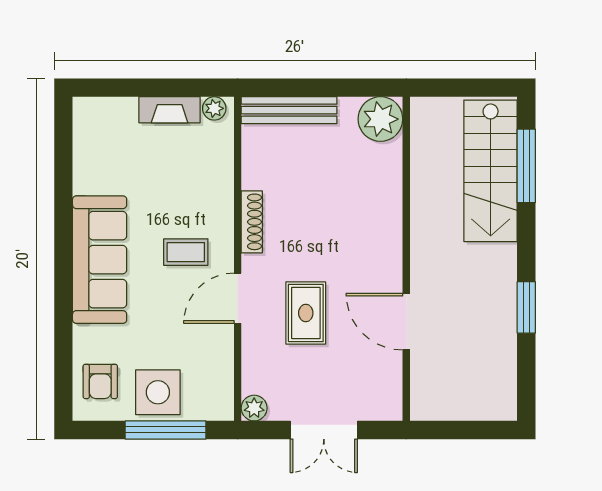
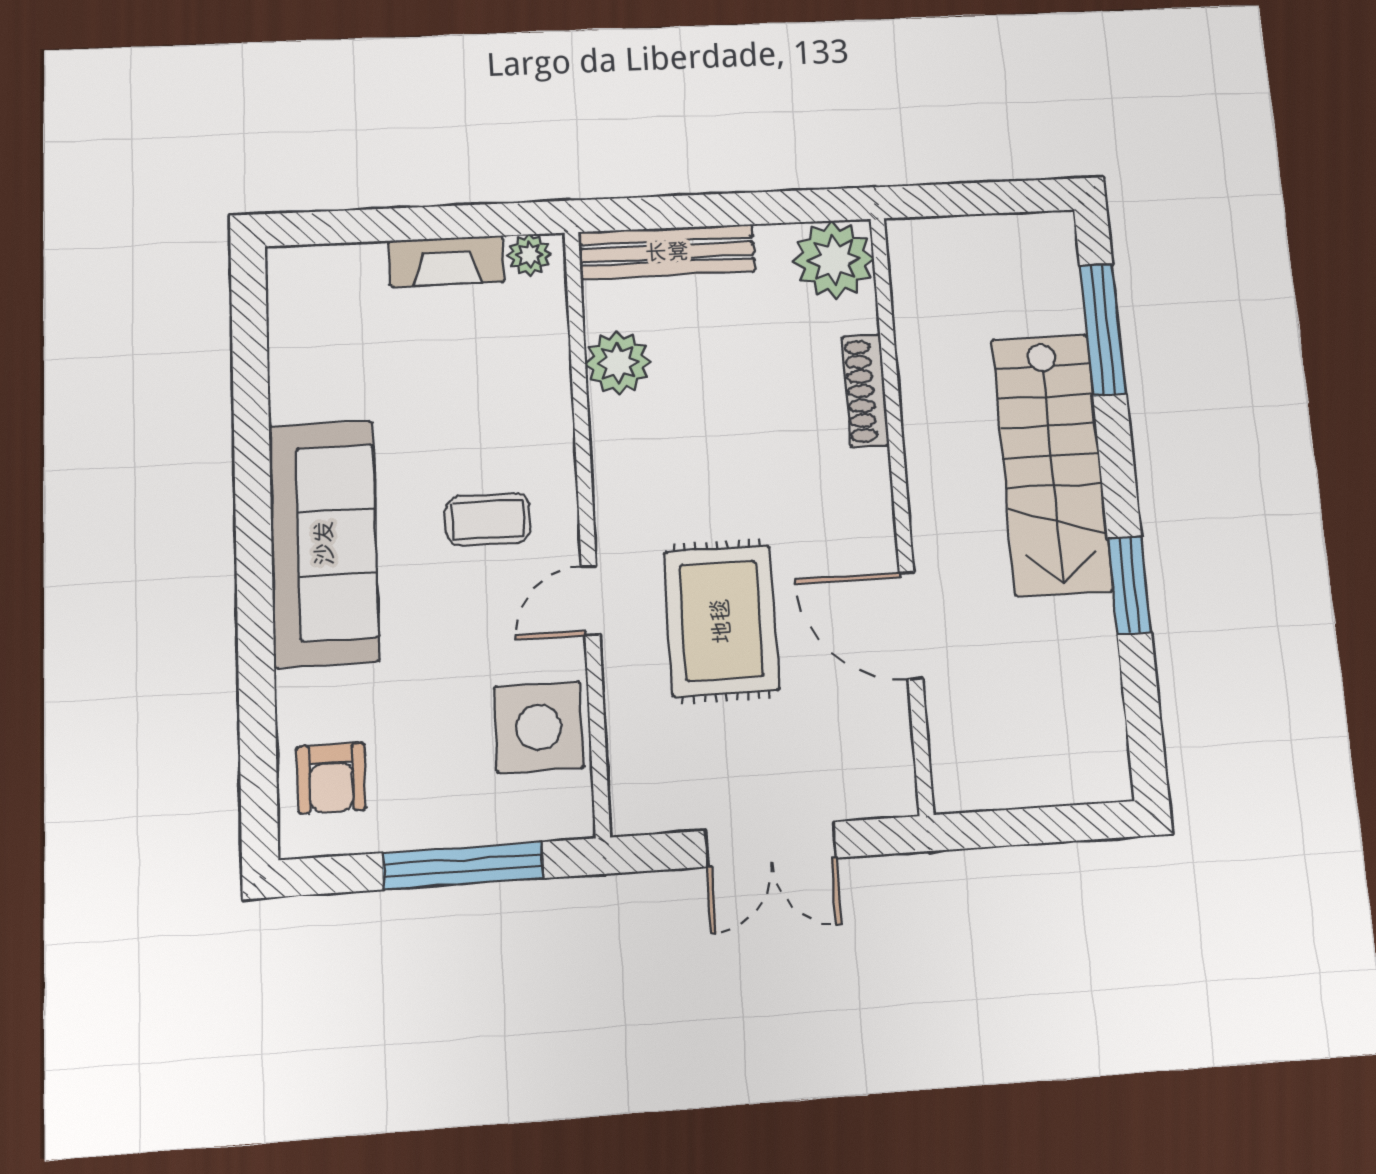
stairs: (491, 171) -> (1052, 464), moved
shoe rack: (252, 222) -> (866, 391), moved, turned 180
door: (238, 298) -> (591, 600), width x0.73
rug: (306, 313) -> (721, 621), width x1.36, depth x1.43
side table: (158, 392) -> (539, 727), moved
plant: (254, 408) -> (618, 363), moved, width x1.38, depth x1.38

